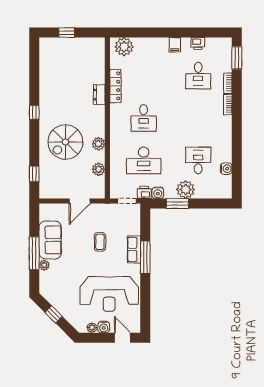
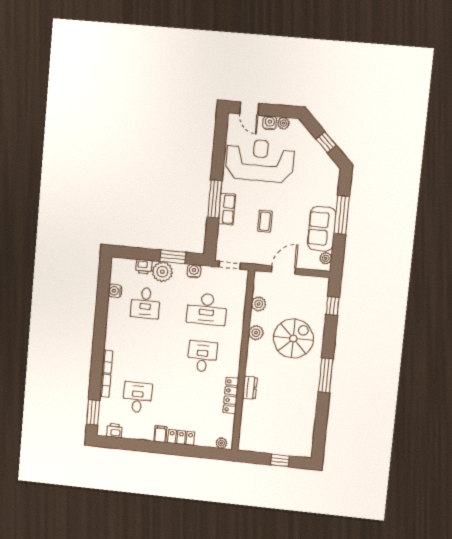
locker: (156, 44) -> (181, 437), added
printer: (198, 44) -> (114, 431), moved
plant: (124, 47) -> (221, 443), width x0.53, depth x0.53
window: (34, 112) -> (326, 375), width x2.17
desk: (144, 160) -> (207, 309), turned 180
printer: (144, 192) -> (144, 267), moved
plant: (44, 265) -> (326, 258), moved

